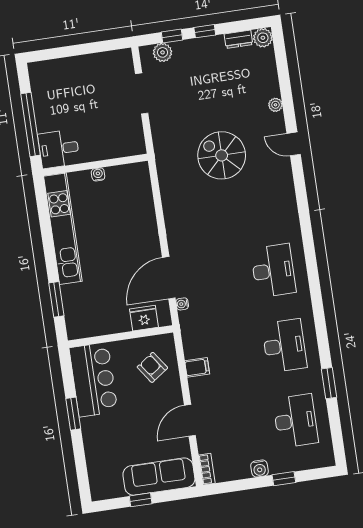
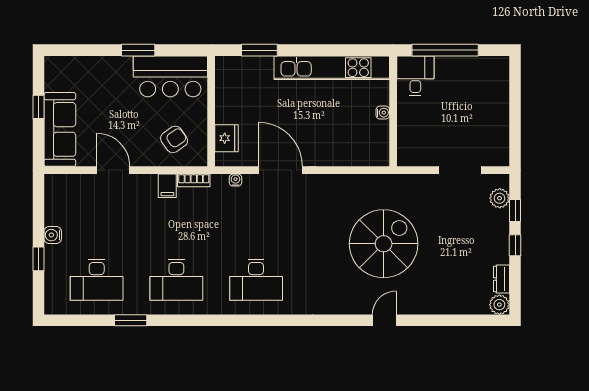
plant: (275, 105) -> (428, 307), removed
spiral stairs: (222, 155) -> (384, 244), width x1.37, depth x1.37
door: (169, 278) -> (280, 170), moved
bookcase: (207, 469) -> (194, 180), moved

